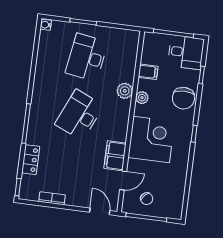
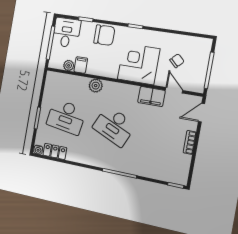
plant: (142, 98) -> (69, 65), moved
locker: (31, 160) -> (55, 151), moved
bookcase: (52, 198) -> (190, 142), moved
chair: (147, 199) -> (177, 61), moved

